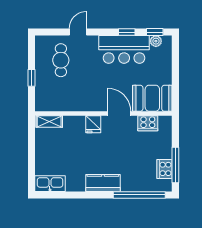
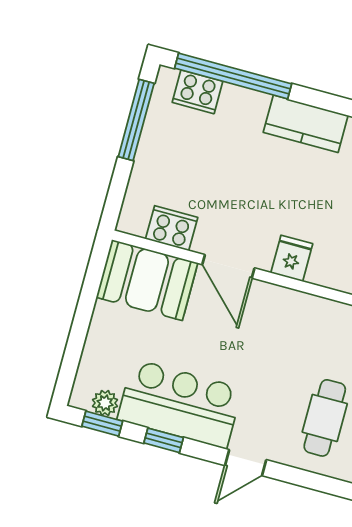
door: (78, 32) -> (246, 463), moved
cooker: (165, 169) -> (197, 92), moved, turned 90

